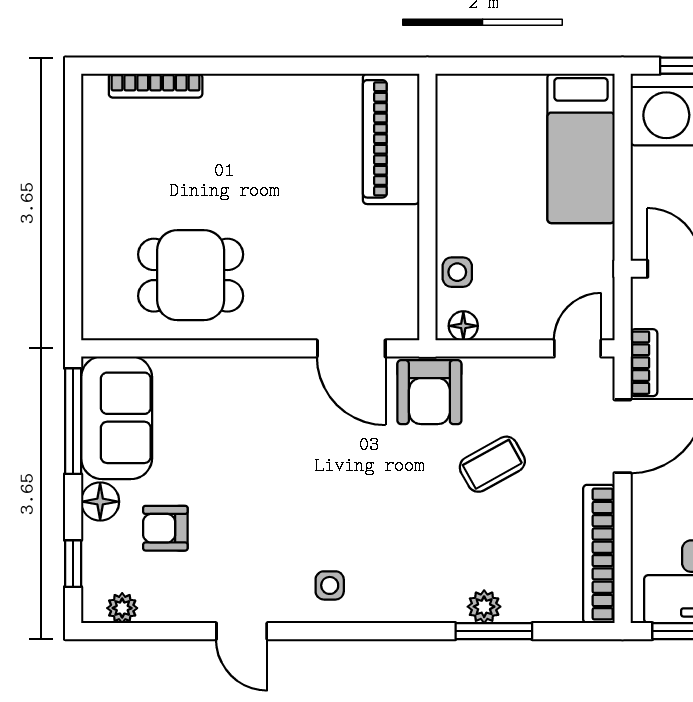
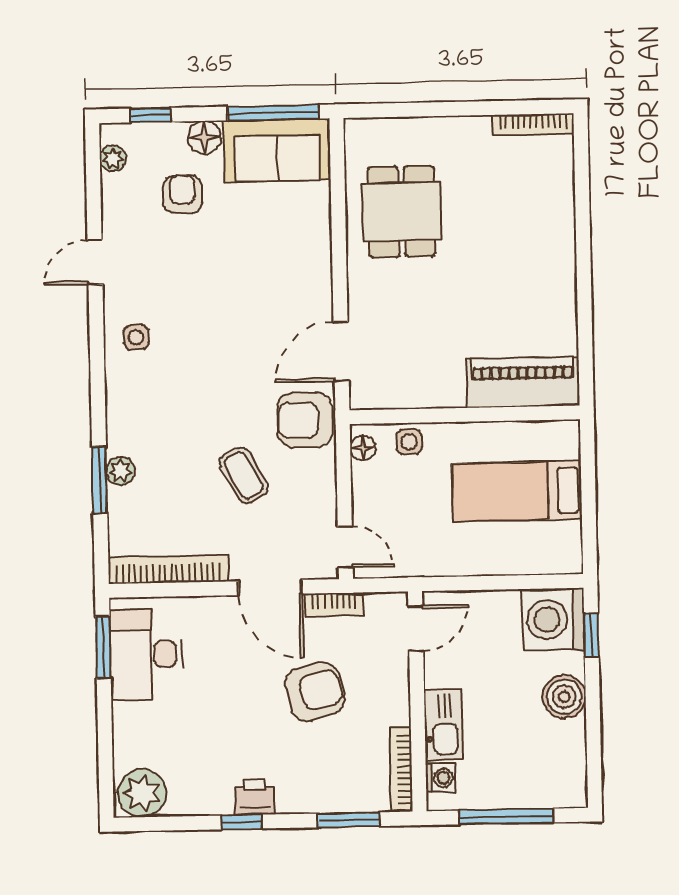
bookcase: (156, 86) -> (533, 124), moved, turned -90
bed: (581, 148) -> (517, 491), moved

